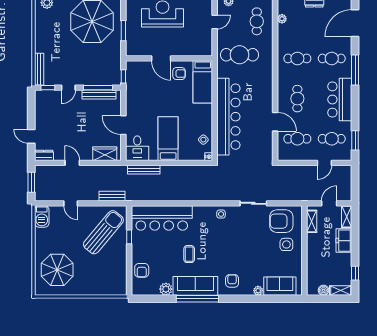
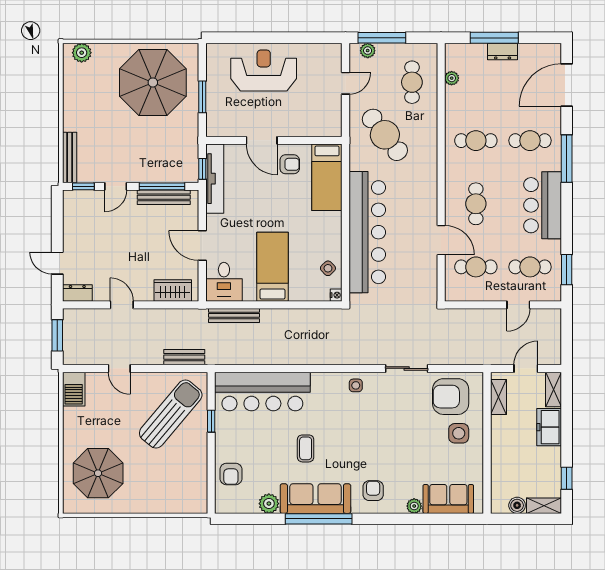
cafe table: (240, 55) -> (385, 135), turned 52
tv unit: (131, 83) -> (215, 179), added

